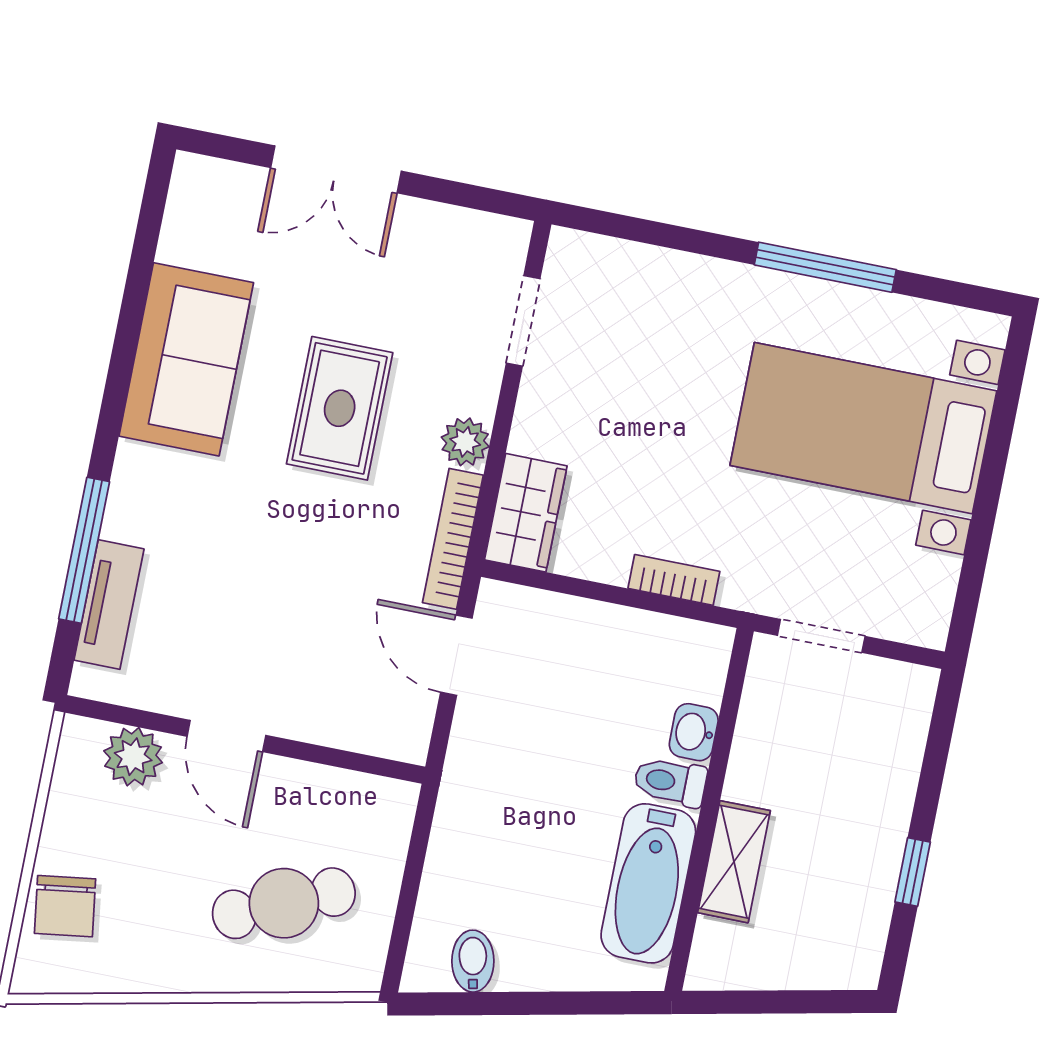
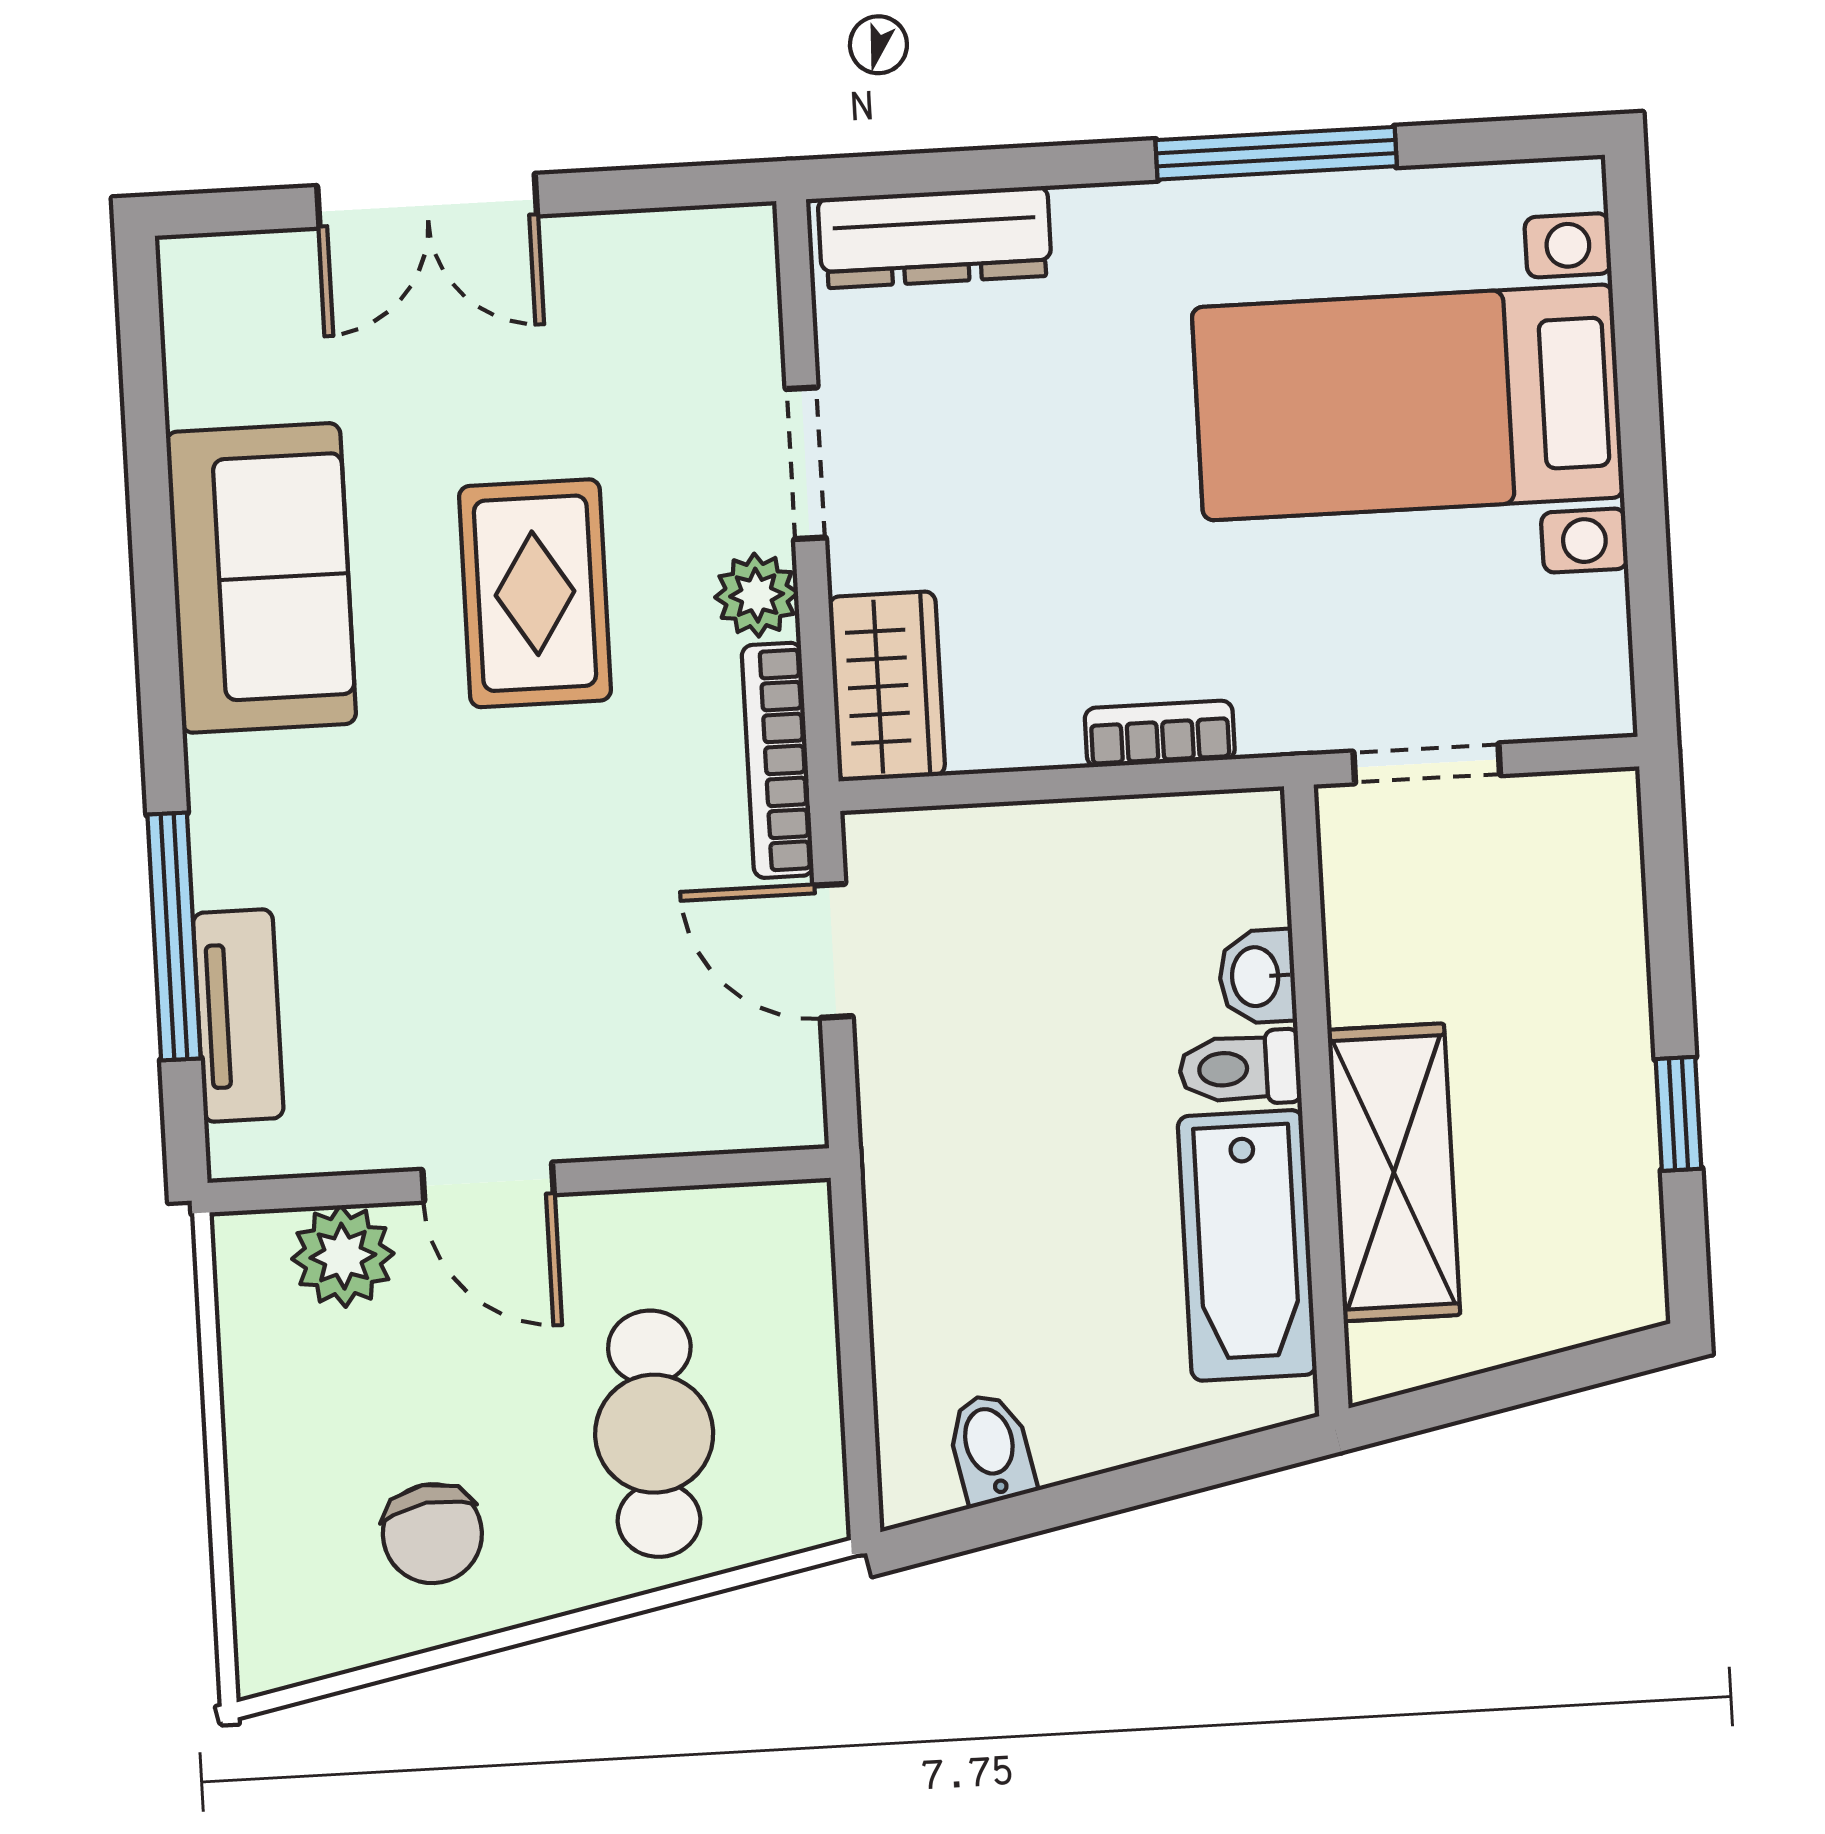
dresser: (619, 265) -> (935, 237), added
doorway: (523, 321) -> (806, 463), moved
shelving: (734, 862) -> (1394, 1172), width x1.50, depth x1.33
cafe table: (284, 903) -> (654, 1434), turned -66
chair: (65, 906) -> (432, 1534), moved

